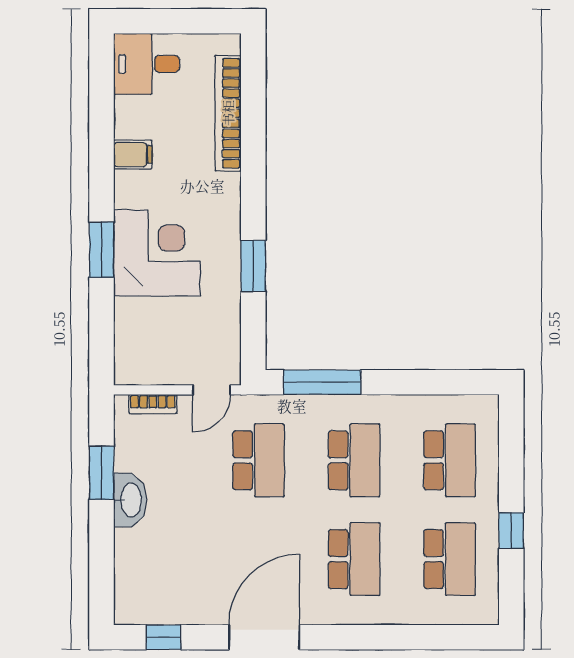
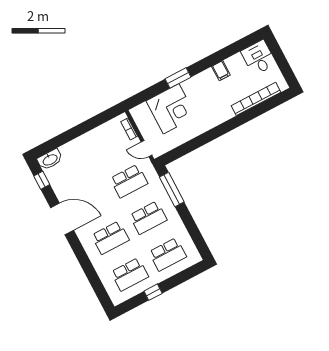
corner desk: (157, 253) -> (171, 109), moved
window: (253, 266) -> (203, 140), removed
window: (102, 473) -> (92, 123), removed
washbasin: (130, 500) -> (50, 160), moved

